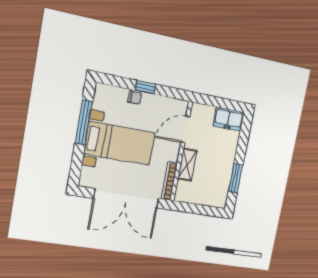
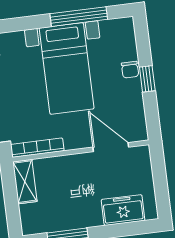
freezer: (229, 119) -> (123, 210), moved, turned 90
shelving: (187, 165) -> (25, 182), moved, turned 90

